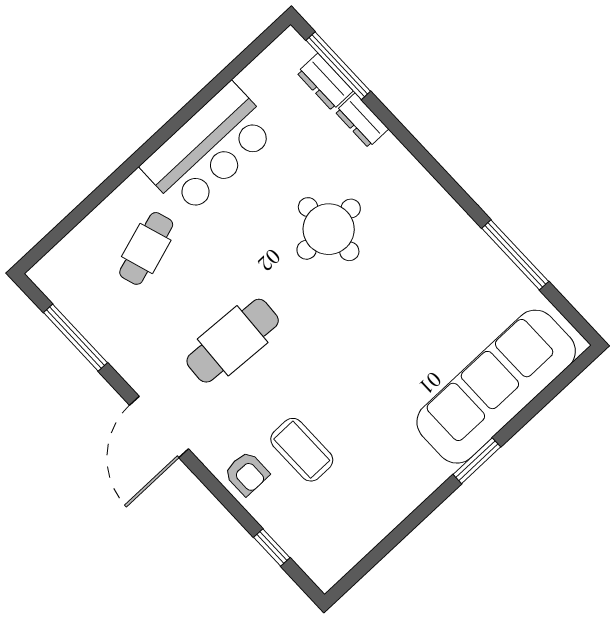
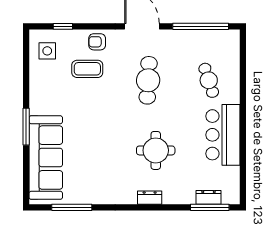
dresser: (362, 120) -> (150, 198), moved
window: (515, 255) -> (72, 207), moved
window: (75, 338) -> (201, 26), width x1.46
window: (477, 461) -> (26, 127), width x1.44
side table: (332, 536) -> (47, 51), added

